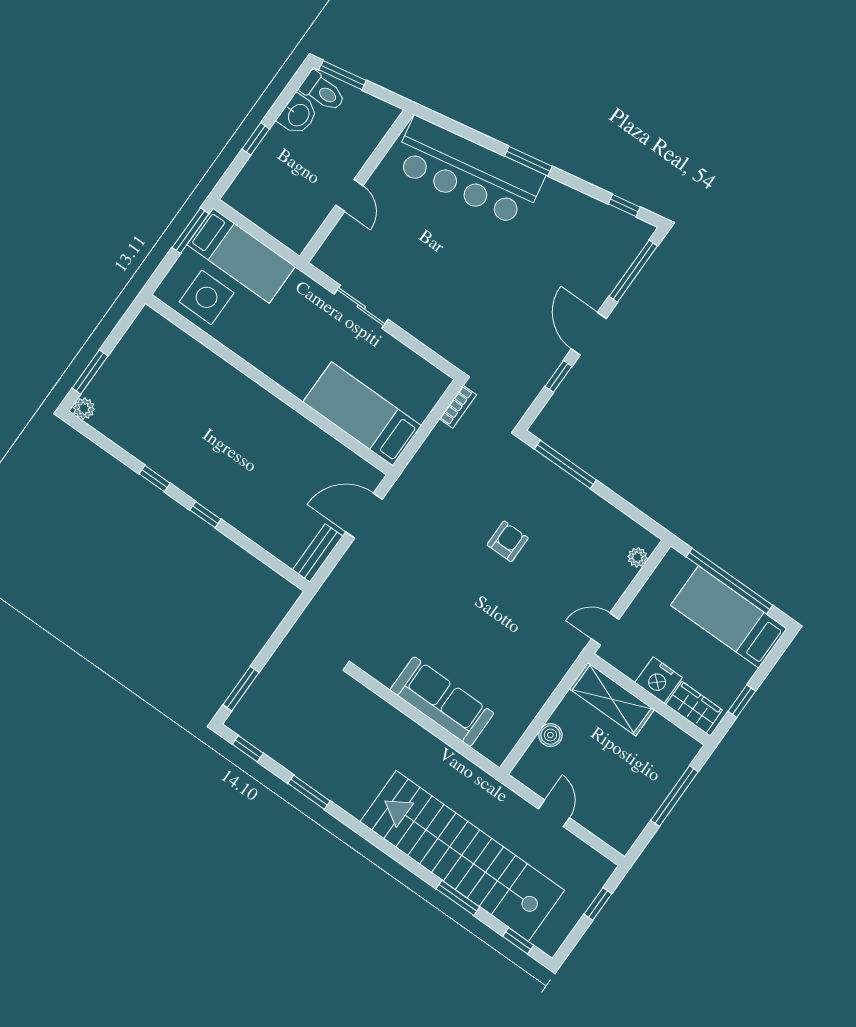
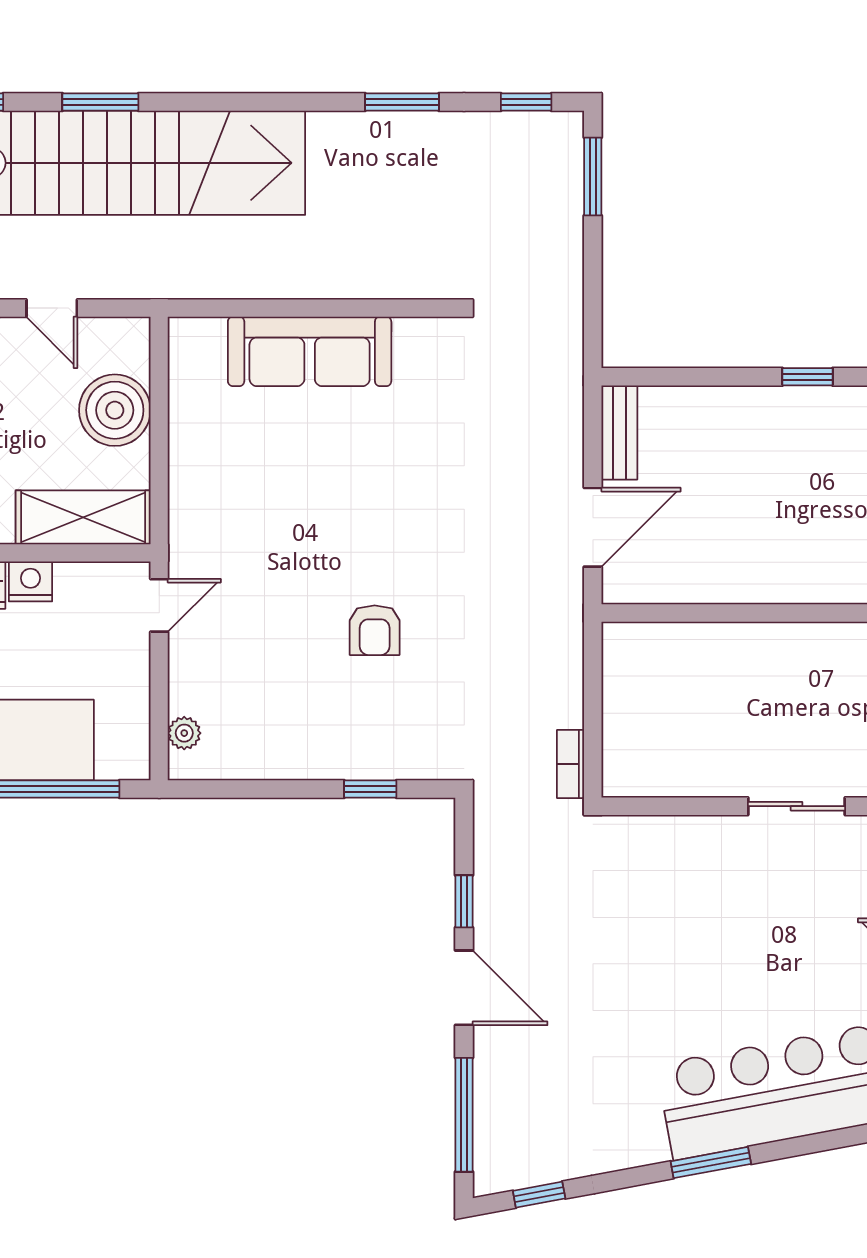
bed: (362, 414) -> (693, 663), removed
window: (565, 465) -> (370, 789), width x0.46
nightstand: (659, 680) -> (30, 581), width x0.74, depth x0.75
boiler: (550, 735) -> (115, 410), width x1.86, depth x1.86

